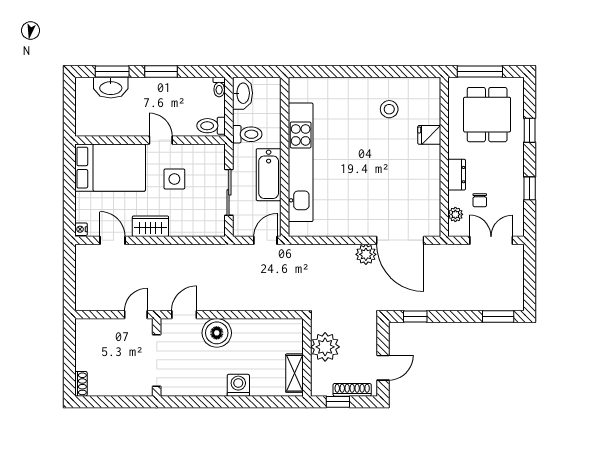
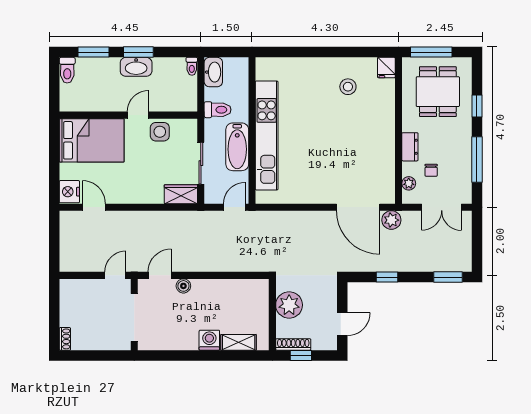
washbasin: (111, 88) -> (136, 67), moved
toilet: (211, 126) -> (67, 70), moved, turned -90
fridge: (429, 135) -> (386, 68), moved, turned -90
door: (161, 140) -> (138, 115), hinge flipped
side table: (174, 179) -> (160, 132), moved
window: (530, 188) -> (477, 159), width x2.17
wardrobe: (150, 226) -> (181, 194), moved
nightstand: (81, 229) -> (69, 192), width x1.89, depth x1.79
double door: (491, 240) -> (442, 207), swing flipped
plant: (366, 254) -> (391, 220), moved
window: (415, 316) -> (387, 277), moved
boiler: (217, 333) -> (183, 286), width x0.54, depth x0.54
shelving: (295, 373) -> (239, 342), moved, turned 90
shoe rack: (352, 390) -> (293, 344), moved

